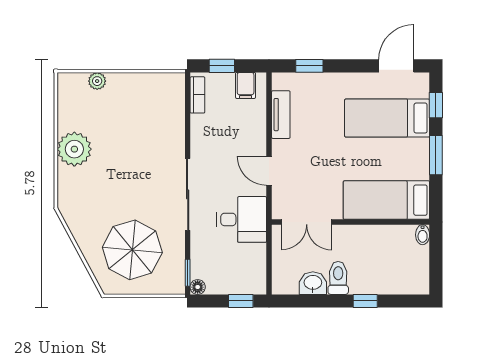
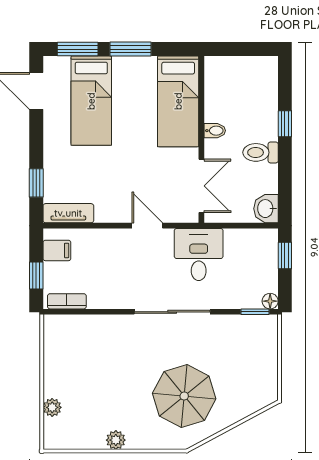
window: (436, 105) -> (78, 49), width x1.50
tv unit: (281, 115) -> (68, 213), moved
plant: (74, 149) -> (116, 440), width x0.53, depth x0.53
door: (269, 171) -> (147, 226), swing flipped
bidet: (423, 235) -> (215, 131), moved
parasol: (132, 250) -> (184, 396), moved
washbasin: (313, 283) -> (266, 209), moved

